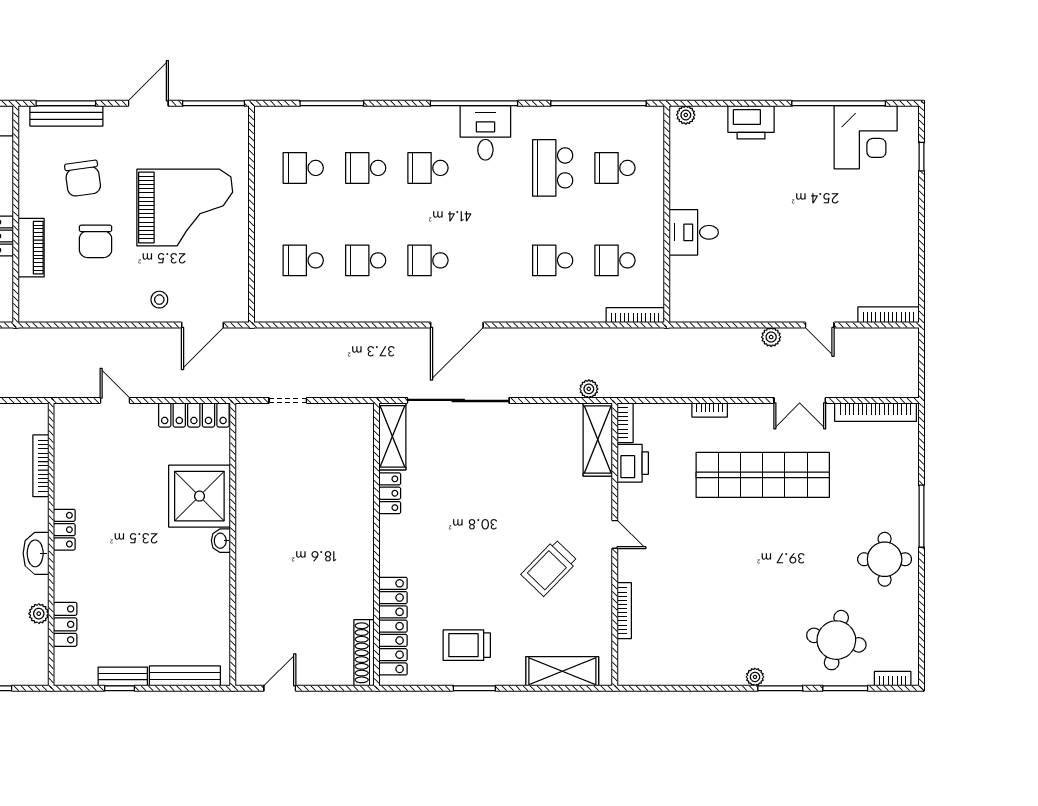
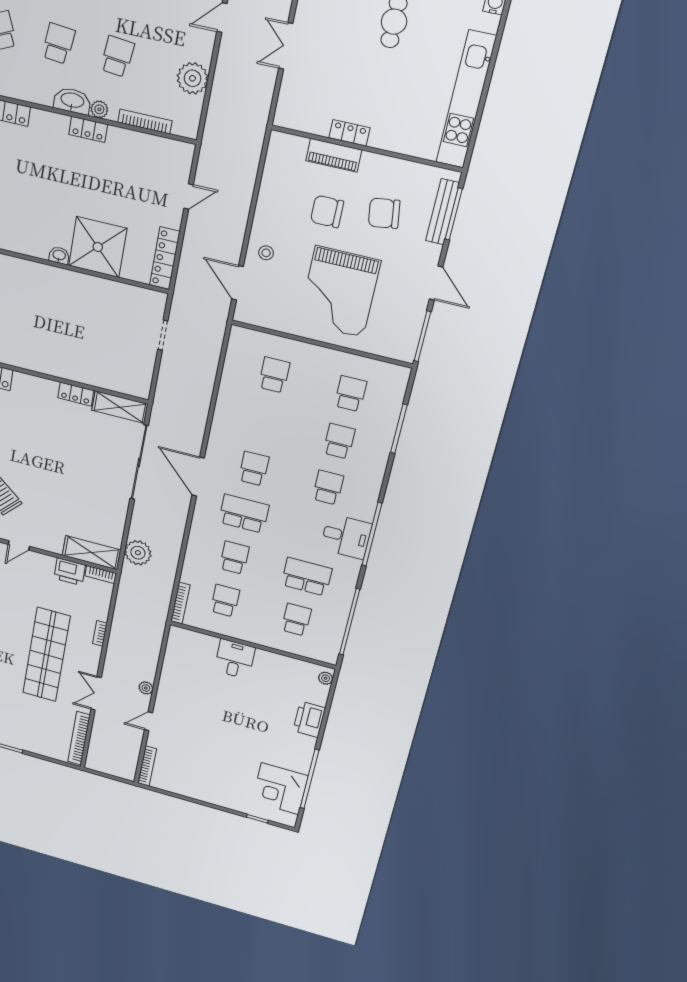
school desk: (366, 260) -> (244, 514), moved, width x1.85
plant: (589, 389) -> (138, 553), width x1.88, depth x1.88
plant: (39, 614) -> (99, 109), moved

